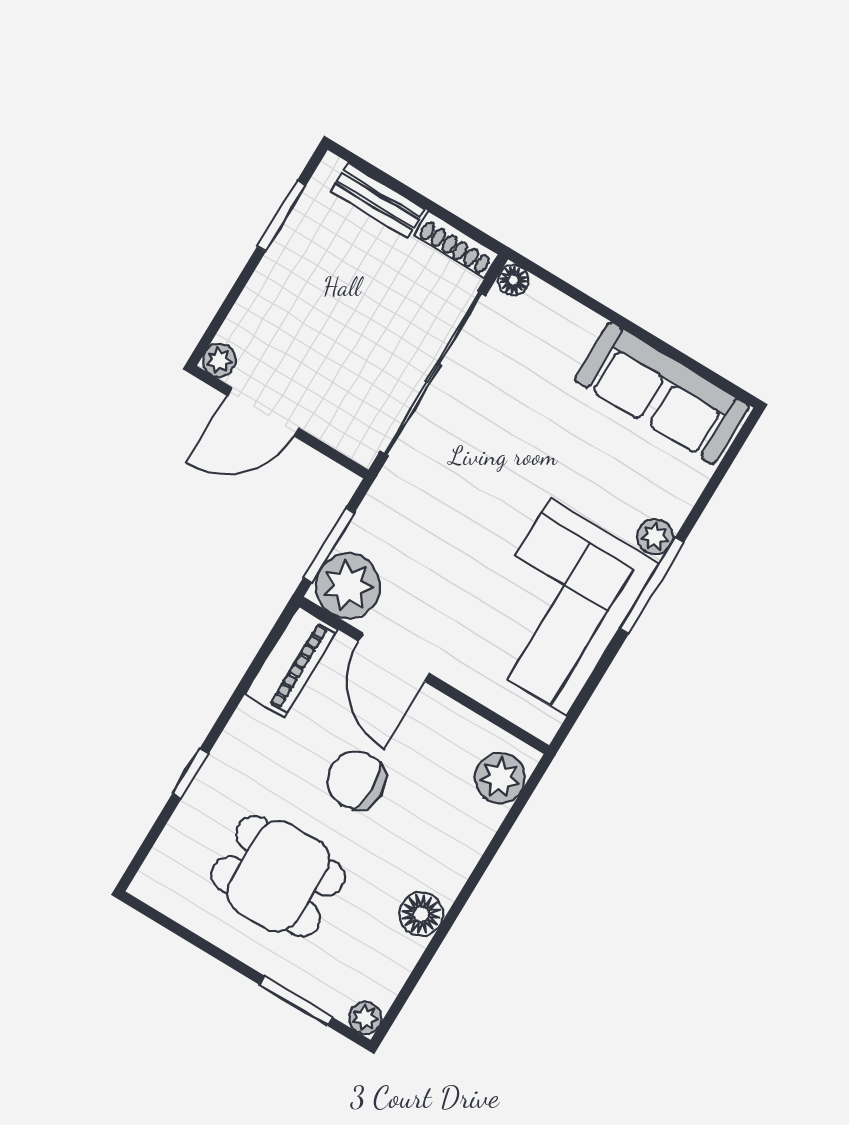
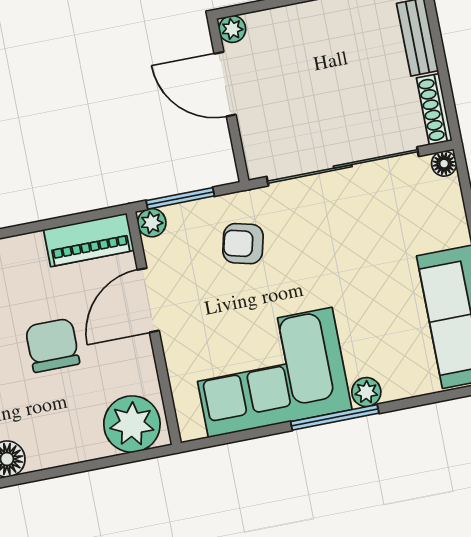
armchair: (421, 526) -> (243, 244), added
plant: (348, 586) -> (152, 223), width x0.53, depth x0.53
plant: (500, 778) -> (132, 424), width x1.36, depth x1.36

